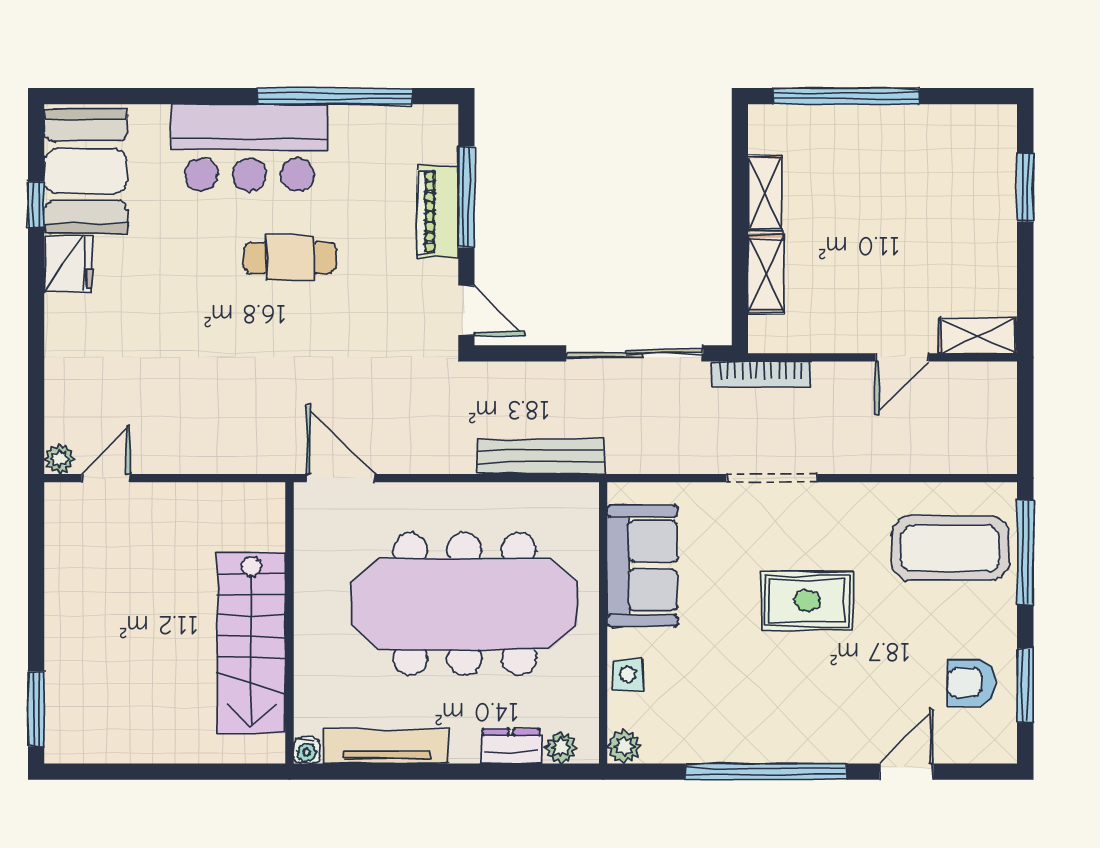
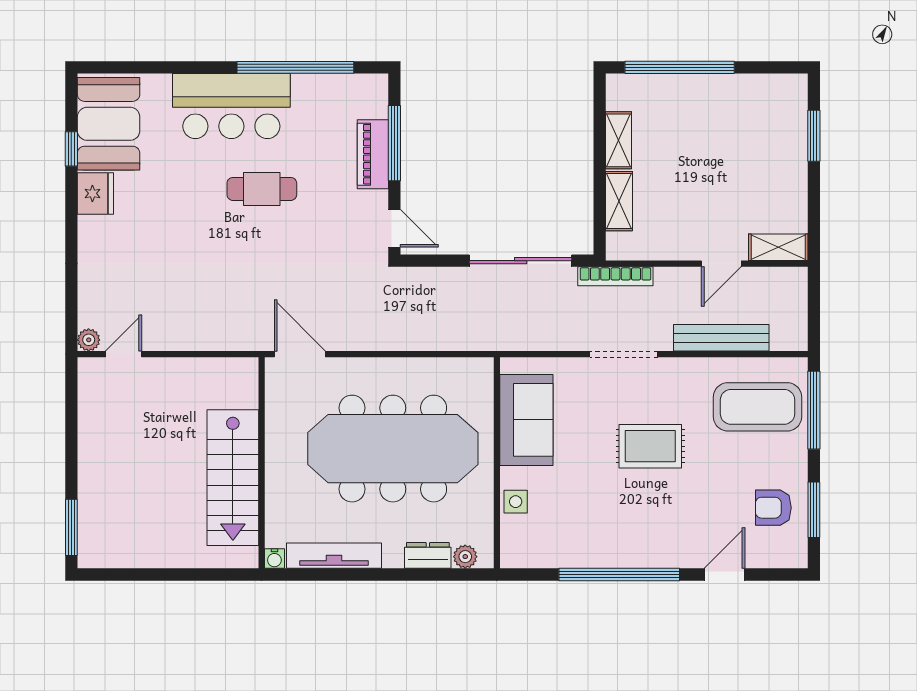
bench: (541, 456) -> (721, 338), moved
plant: (624, 747) -> (513, 556), removed

